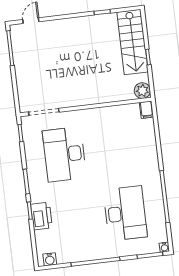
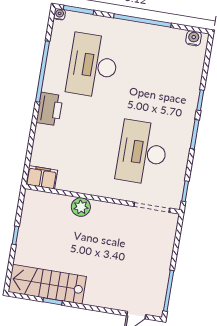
stairs: (133, 42) -> (47, 284), moved, turned -90
plant: (142, 91) -> (81, 207), moved
filing cabinet: (146, 110) -> (42, 177), width x2.00
desk: (64, 154) -> (142, 152), turned 180
printer: (41, 216) -> (50, 109), moved, turned 180

